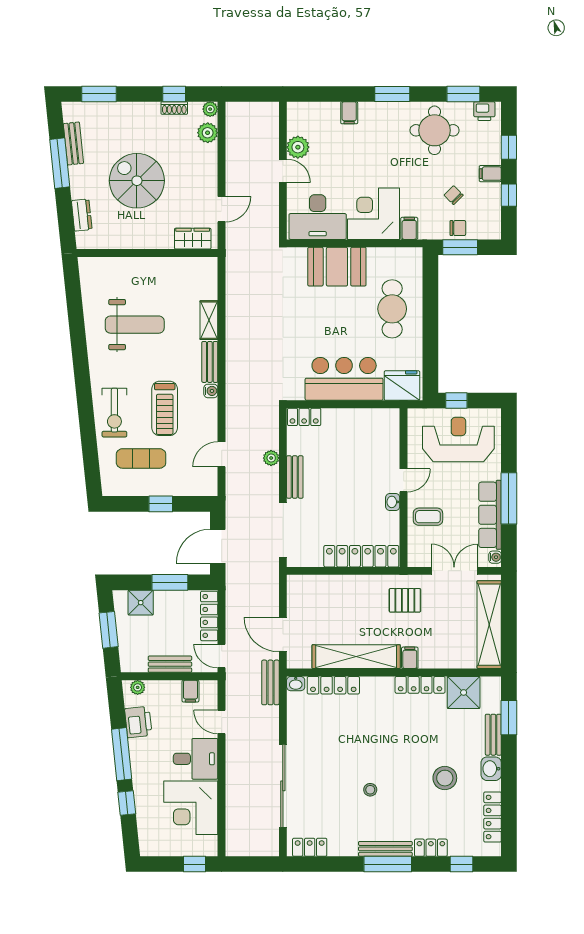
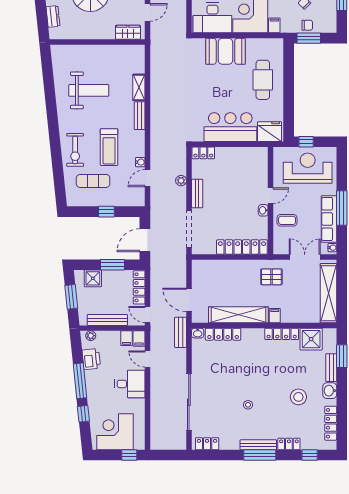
water cooler: (211, 391) -> (140, 162), moved
bench: (170, 664) -> (107, 320), width x1.36
filing cabinet: (209, 692) -> (139, 339), added
corner desk: (191, 808) -> (115, 432), moved, turned 90

